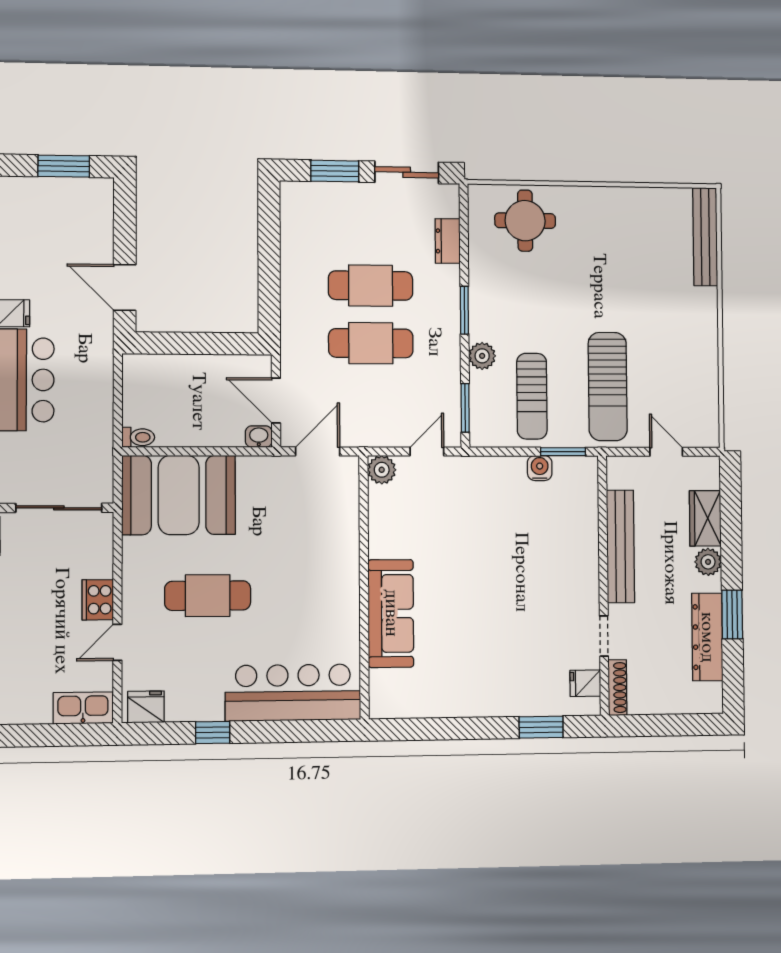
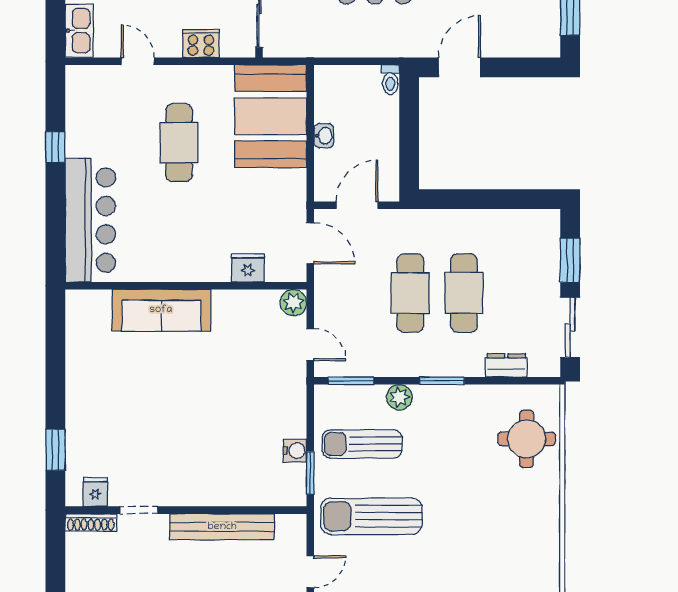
toilet: (138, 437) -> (390, 80), moved
washbasin: (259, 437) -> (324, 136), moved
cooker: (98, 600) -> (201, 44), moved
fridge: (146, 707) -> (248, 268), moved, turned -90

